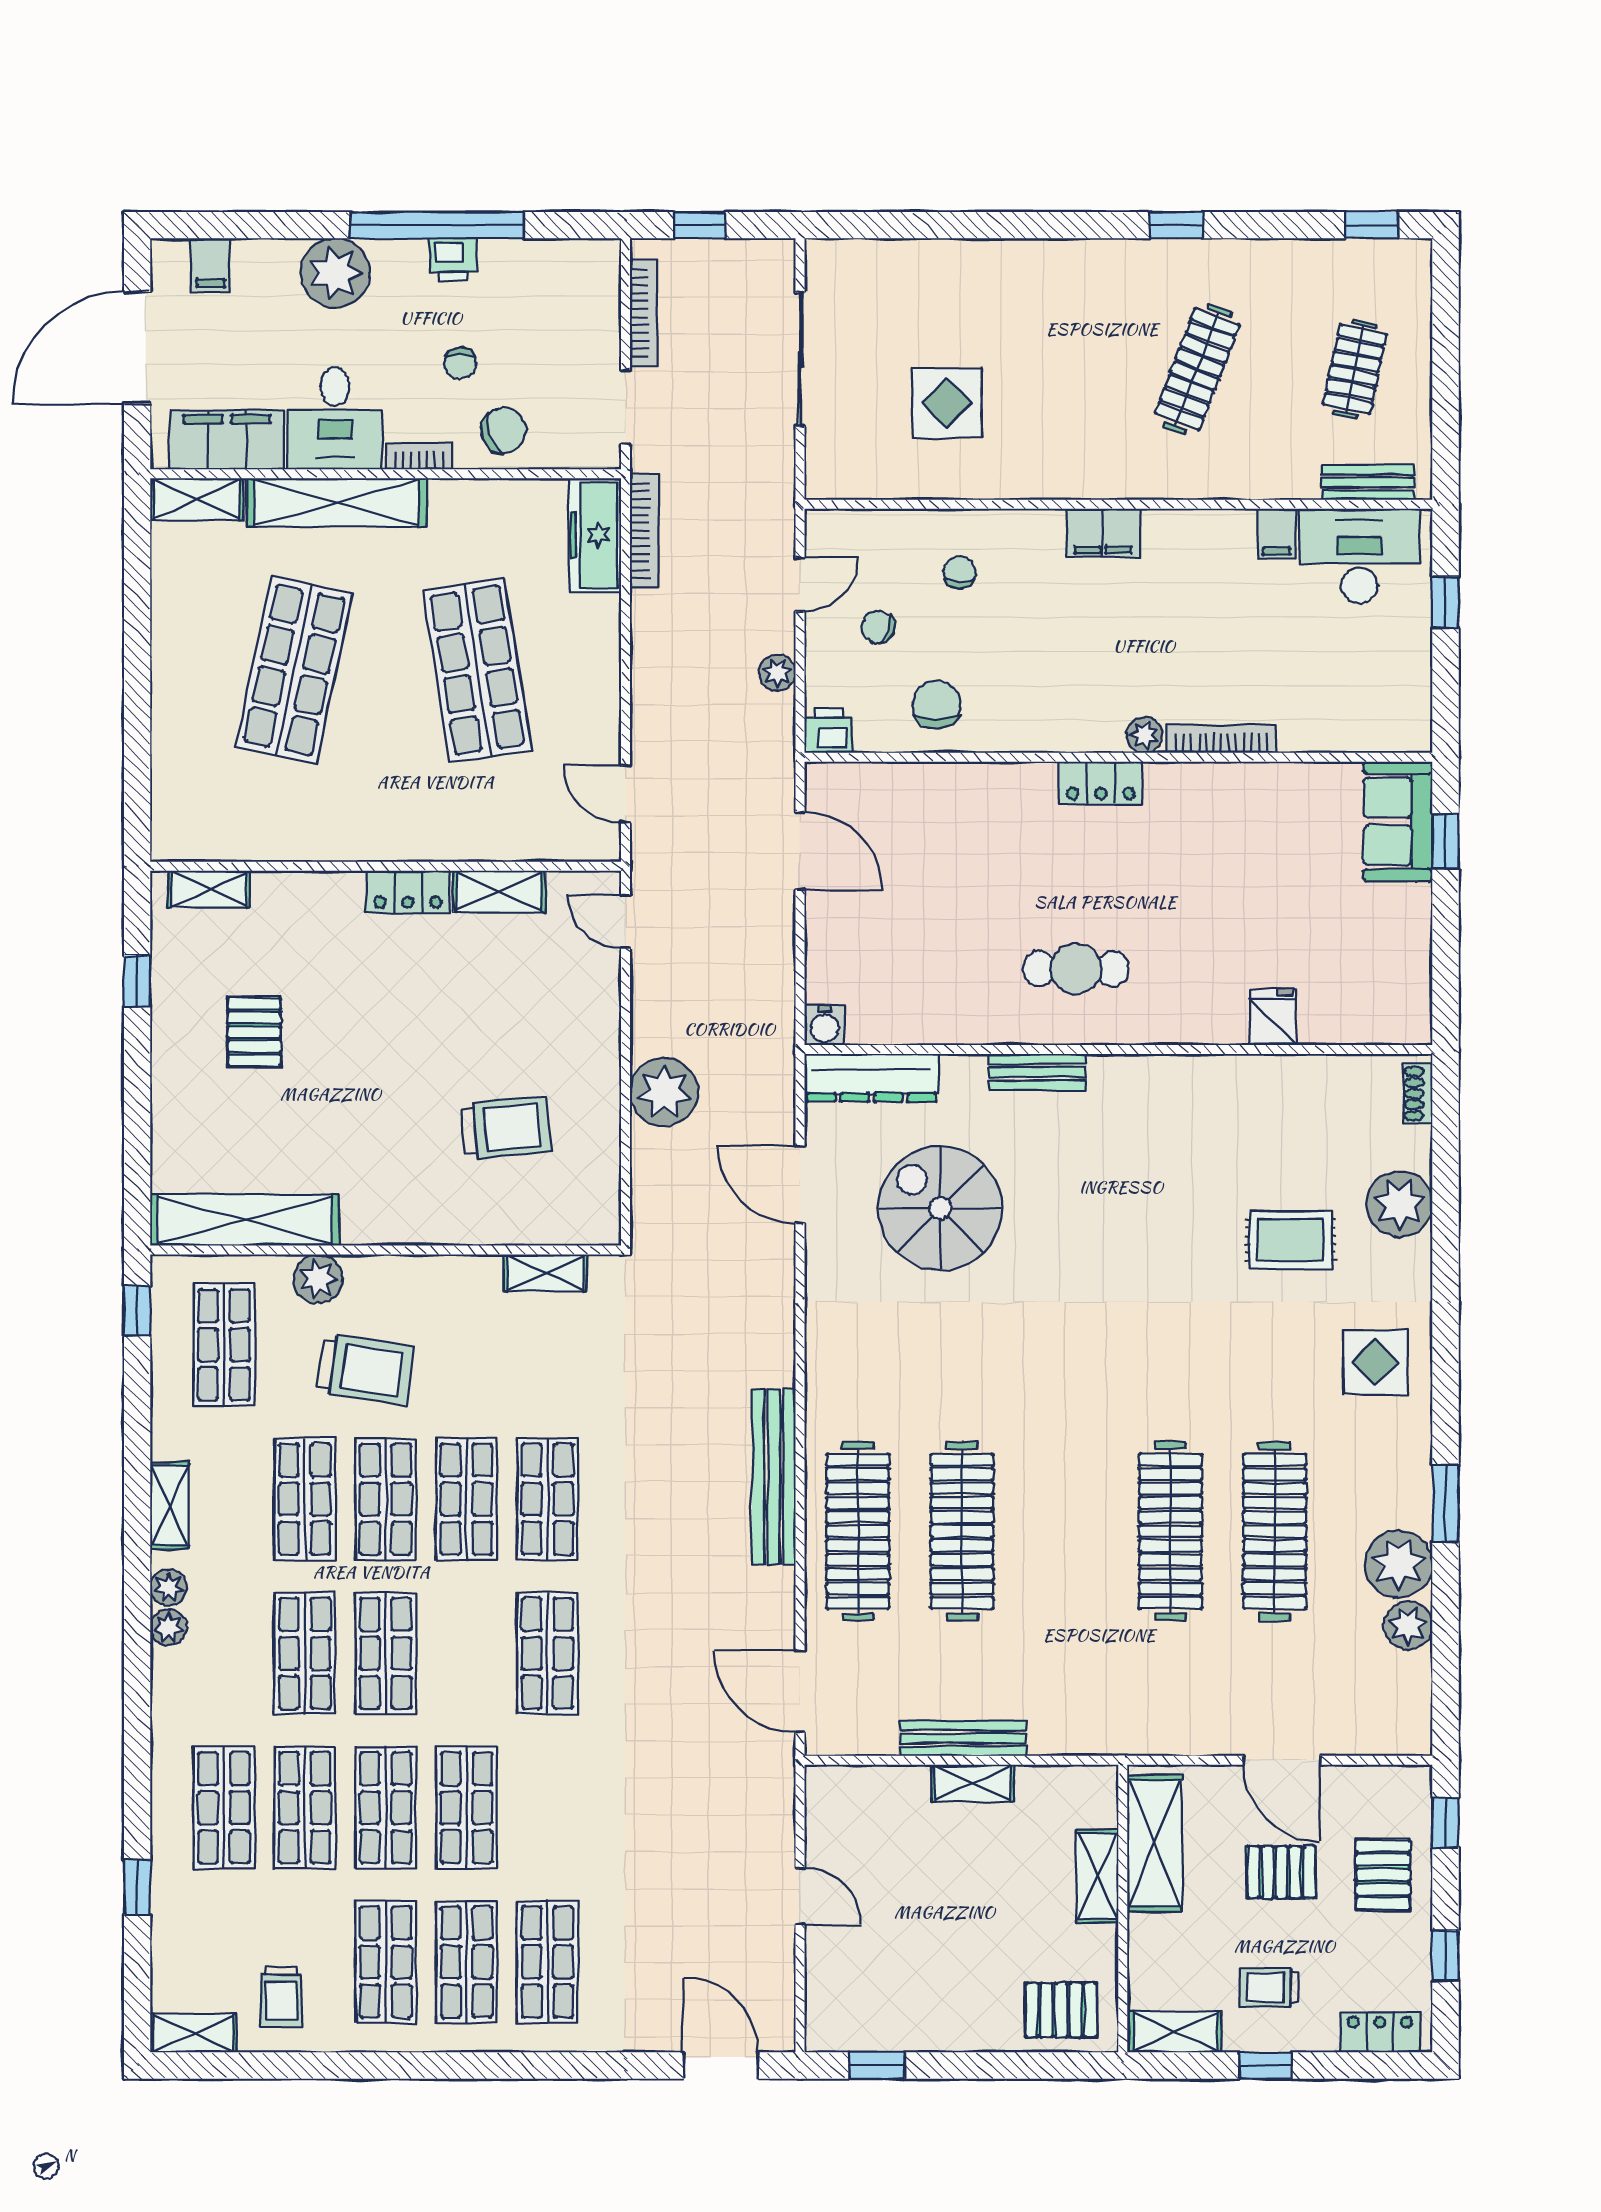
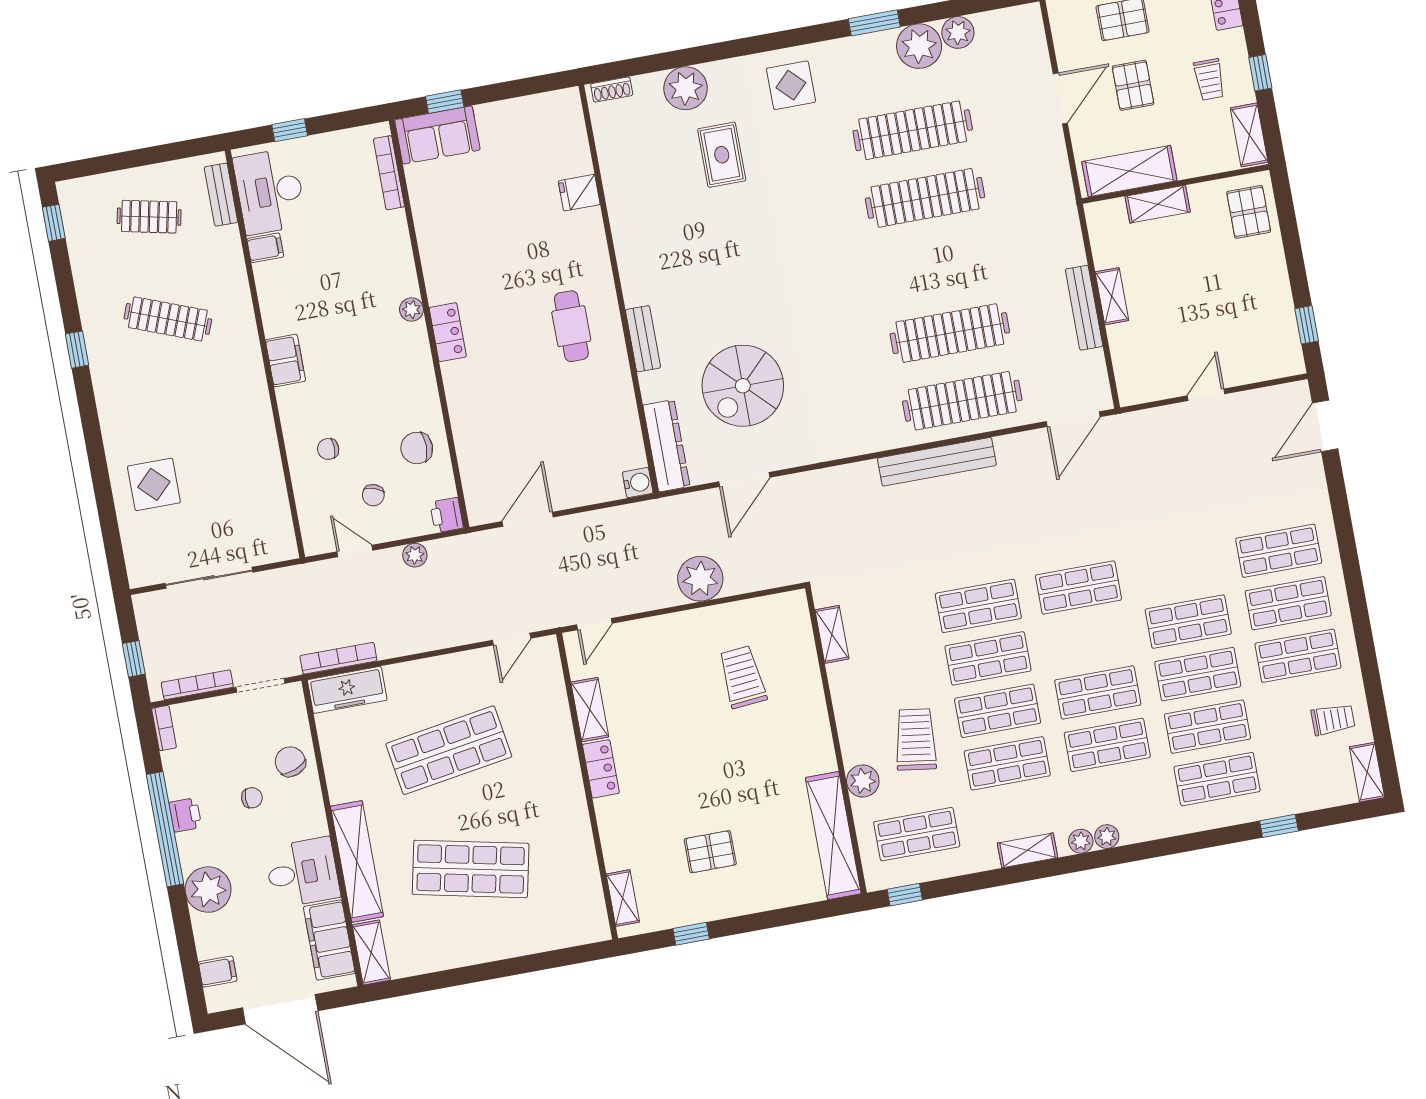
display table: (947, 403) -> (154, 484), moved
bookcase: (419, 456) -> (164, 728), moved, turned 180
bookcase: (1221, 739) -> (389, 173), moved

